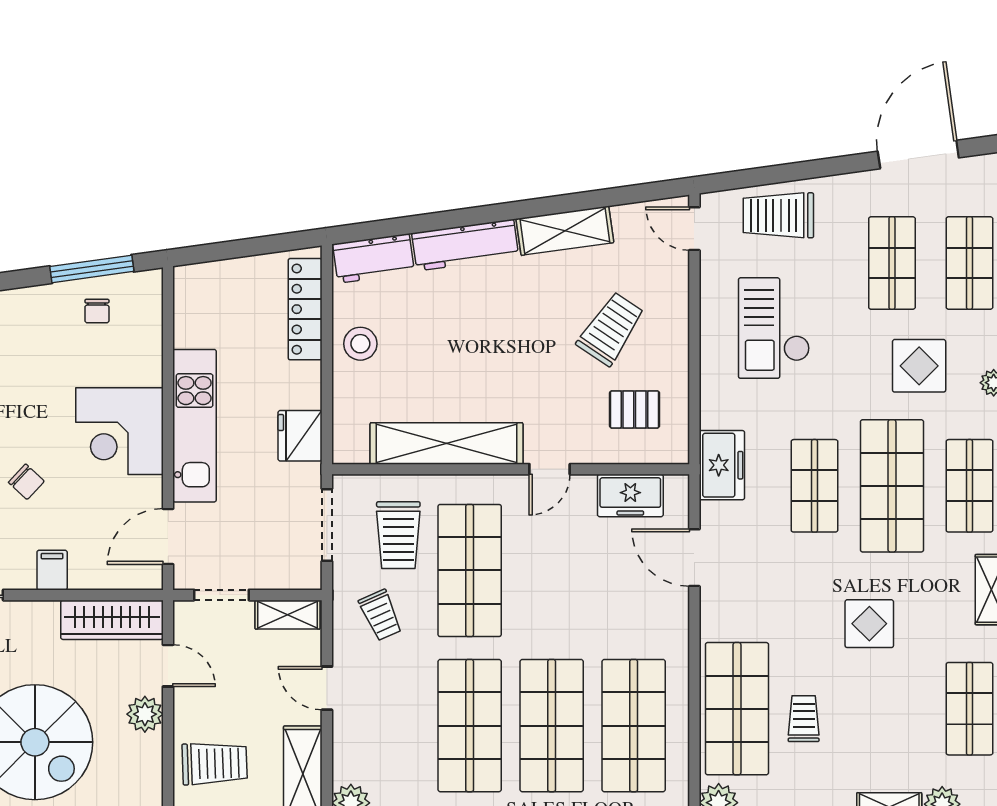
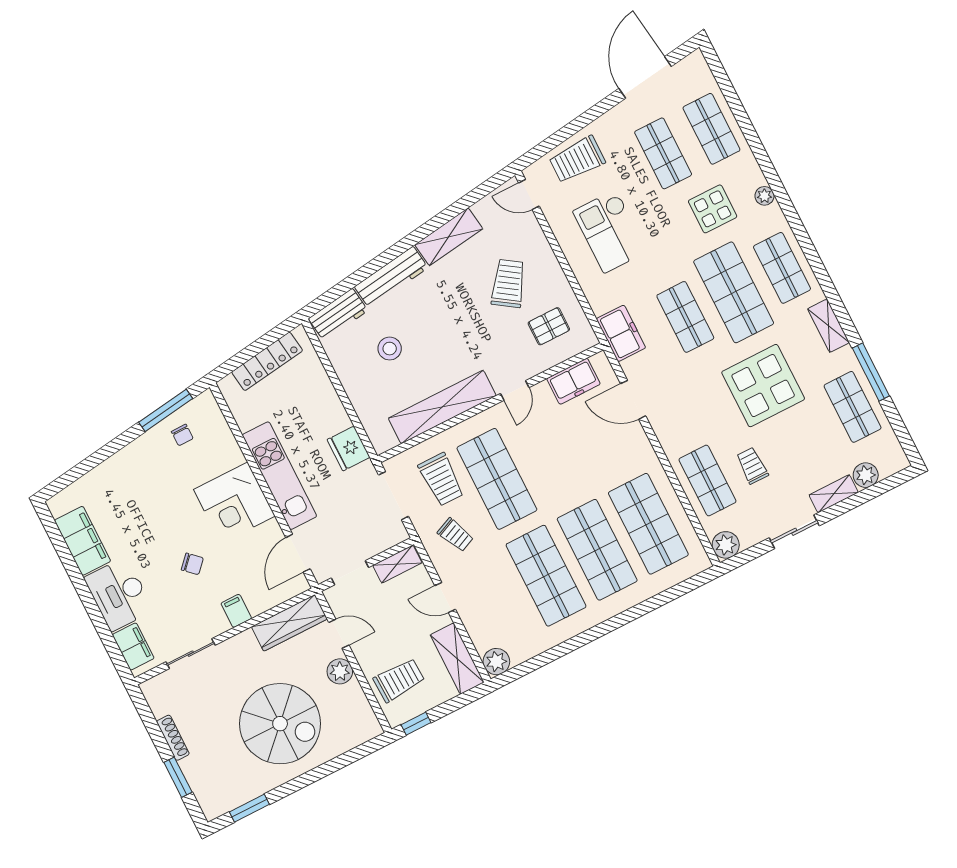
locker: (305, 309) -> (267, 361), moved, turned -98
stool: (360, 344) -> (390, 349), moved
display table: (869, 624) -> (763, 386), width x1.86, depth x1.86
shop shelf: (737, 709) -> (707, 480), width x0.70, depth x0.74

